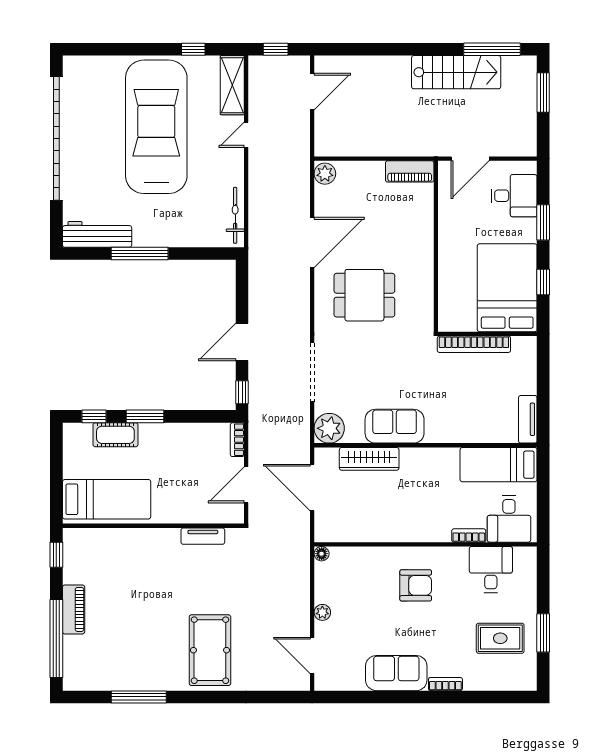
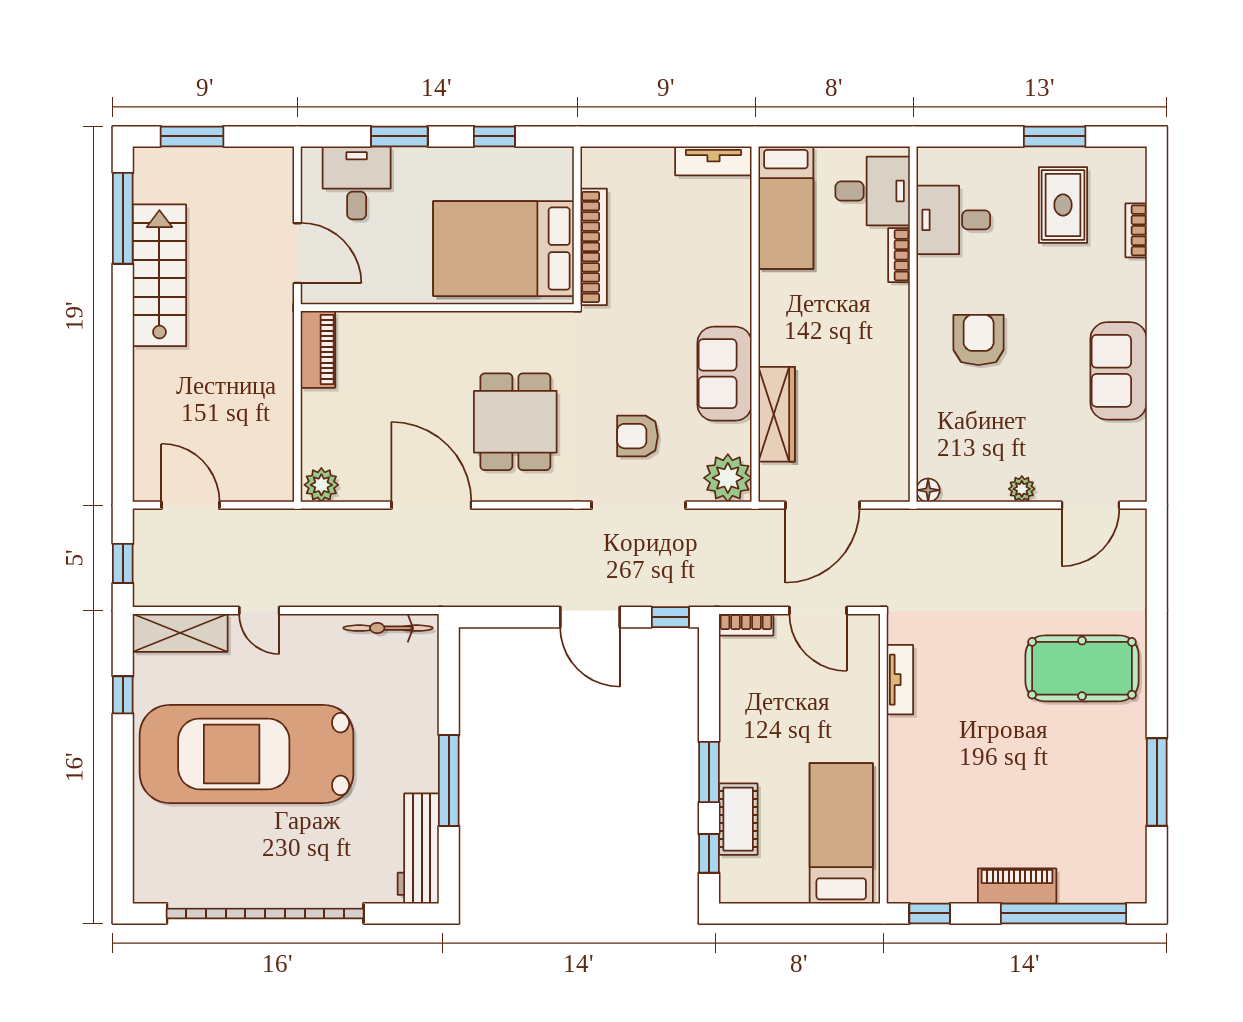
bed: (507, 288) -> (504, 249), moved
armchair: (355, 372) -> (637, 436), added
bookcase: (445, 684) -> (1136, 230), moved

